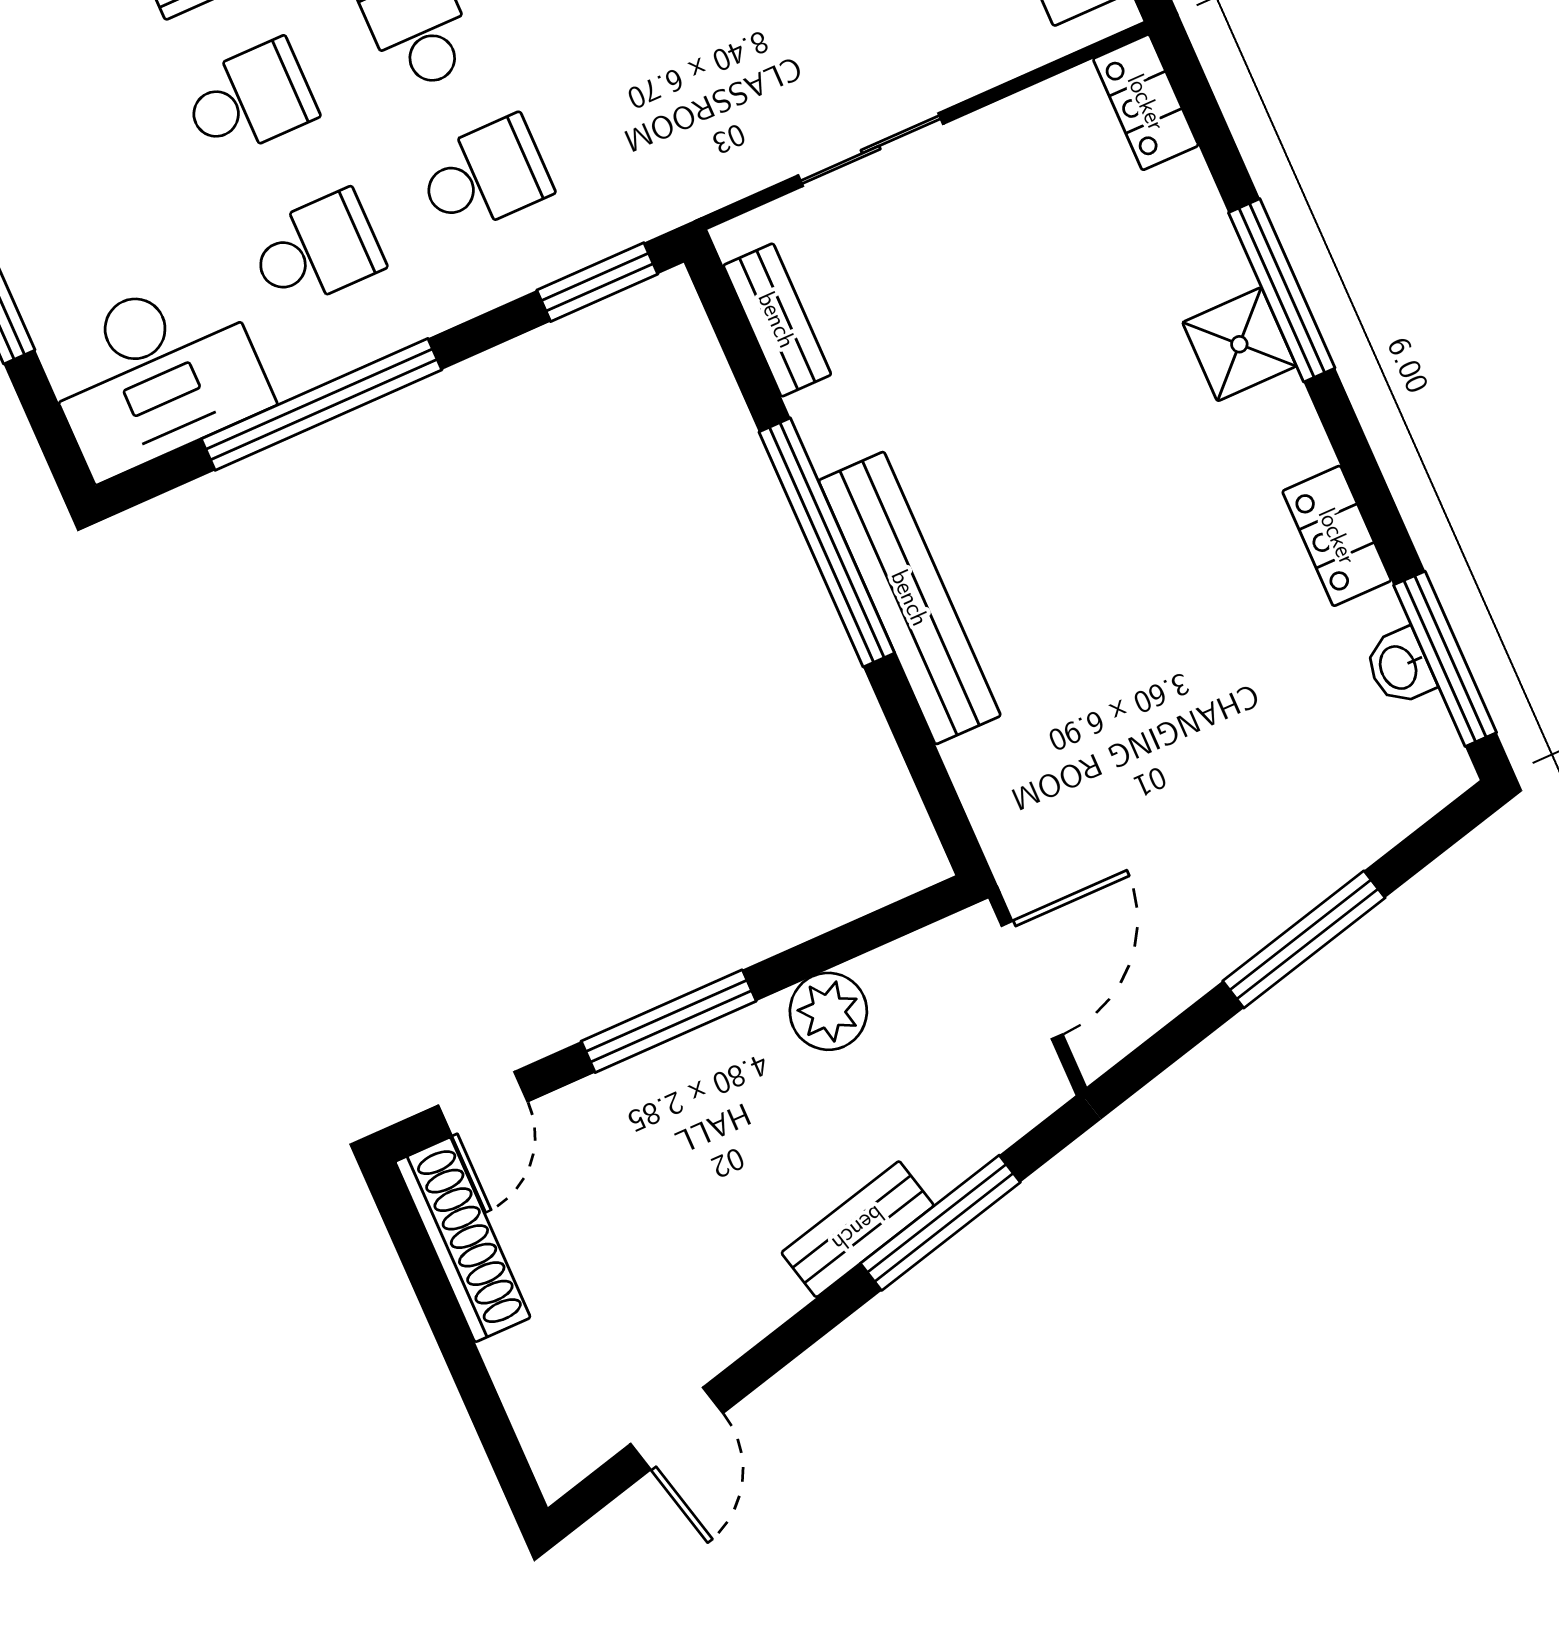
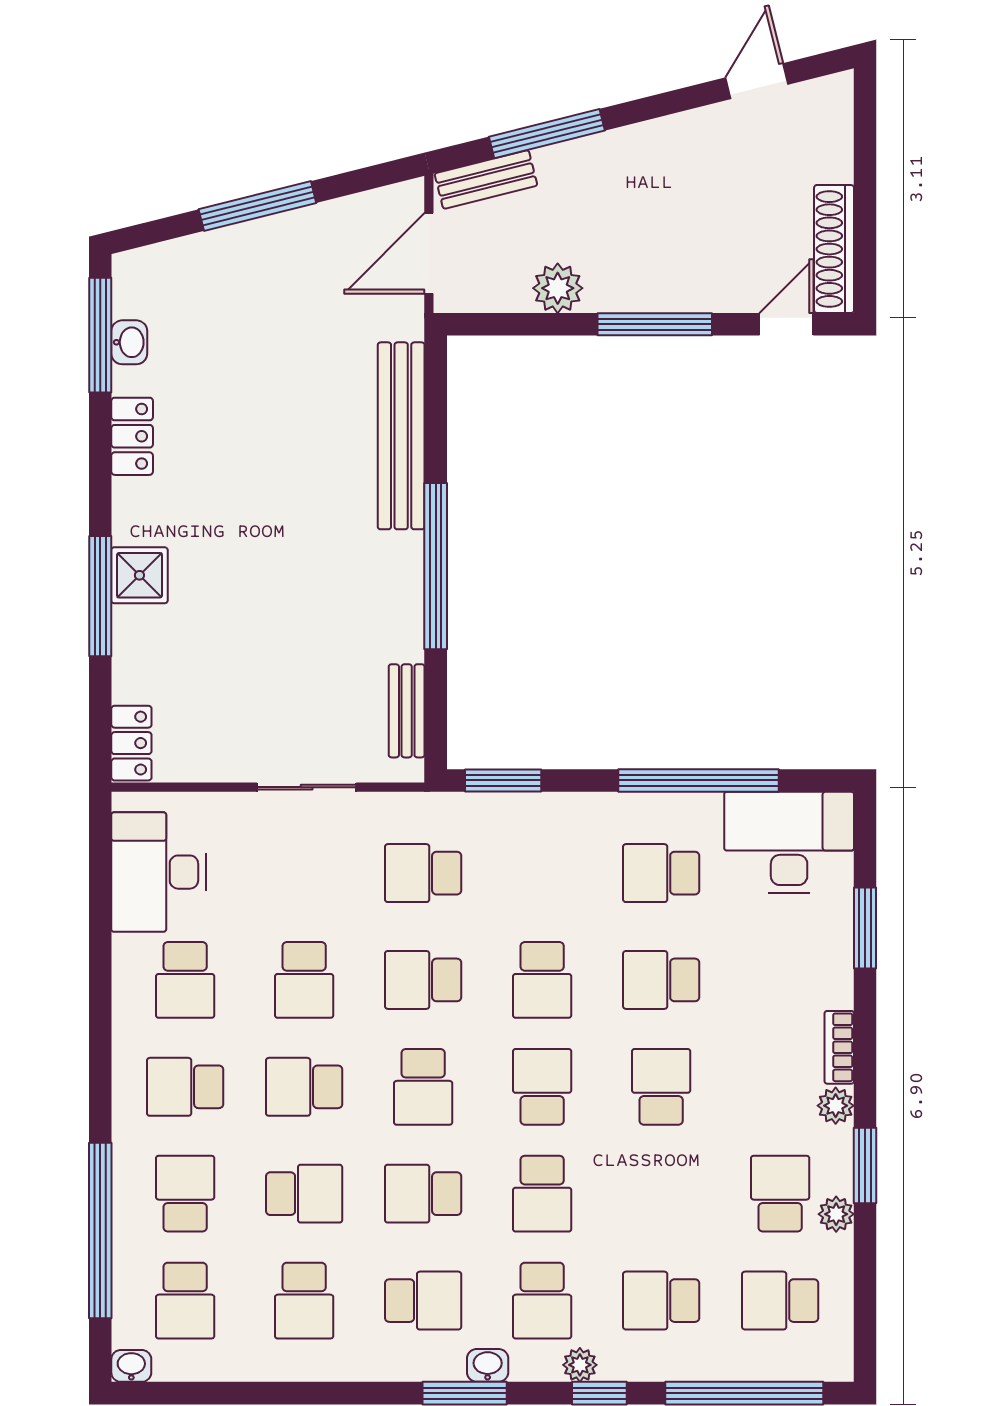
school desk: (484, 176) -> (423, 873), moved
bench: (910, 598) -> (401, 436), moved
bench: (858, 1229) -> (486, 180), moved

